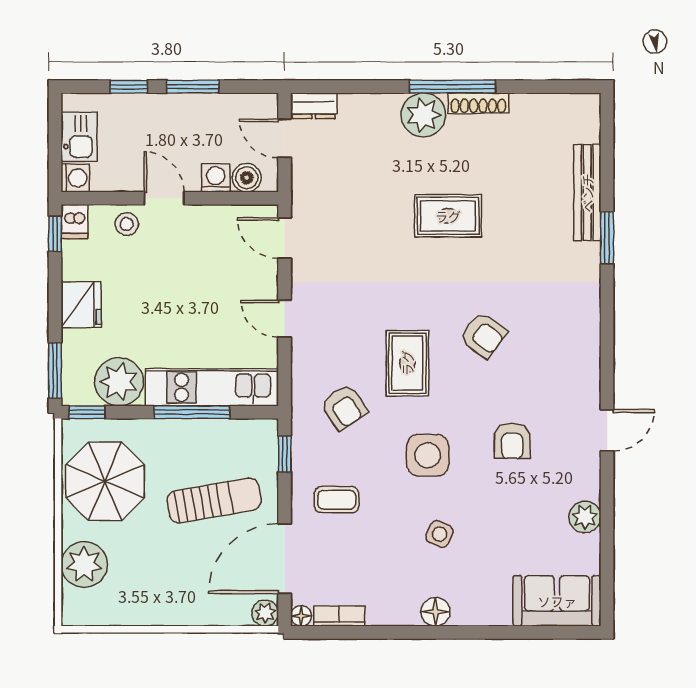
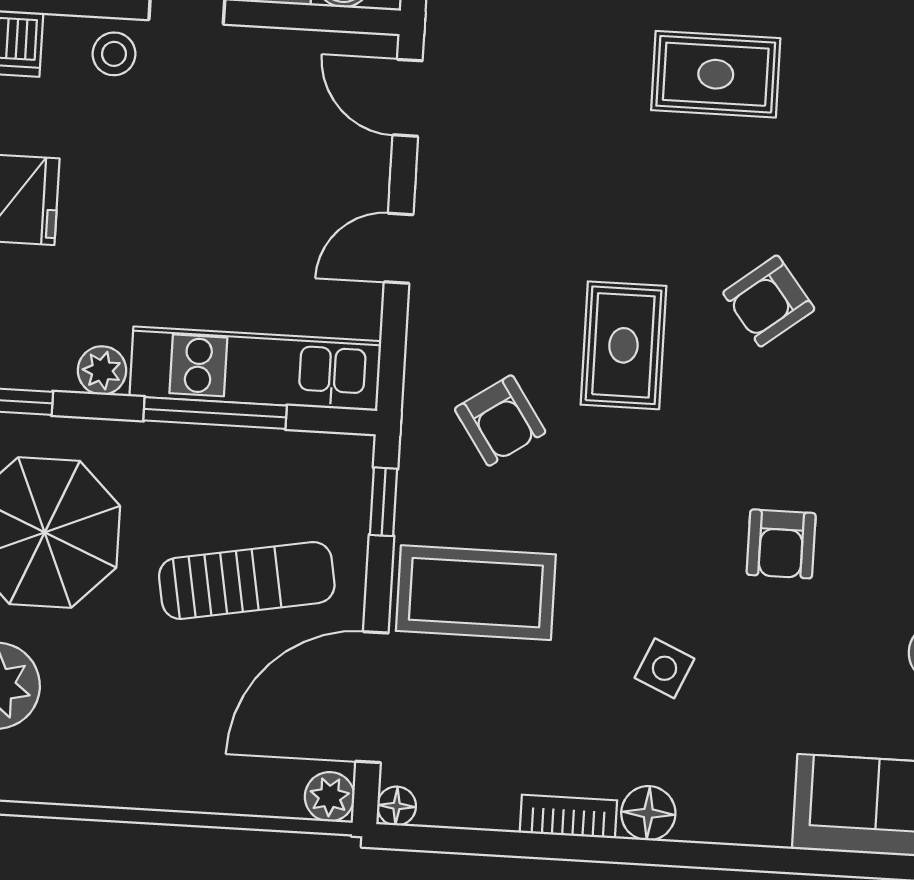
door: (285, 319) -> (399, 248), hinge flipped
armchair: (483, 335) -> (769, 301), turned 105
plant: (119, 382) -> (102, 370), width x0.53, depth x0.53
armchair: (512, 441) -> (781, 544), moved
side table: (428, 455) -> (651, 520), removed
coffee table: (337, 500) -> (476, 593), width x1.86, depth x1.72
bookcase: (339, 616) -> (568, 817), moved

